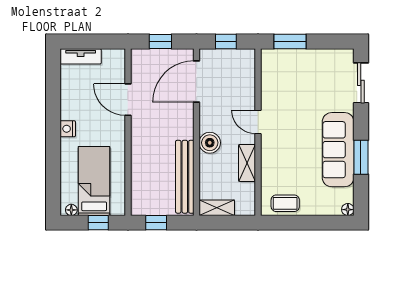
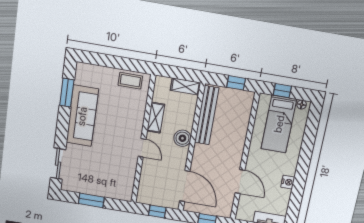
window: (290, 42) -> (91, 200), moved
door: (197, 81) -> (185, 186), hinge flipped
nightstand: (68, 129) -> (288, 182), moved
window: (361, 157) -> (67, 93), moved
floor lamp: (348, 210) -> (81, 67), removed

